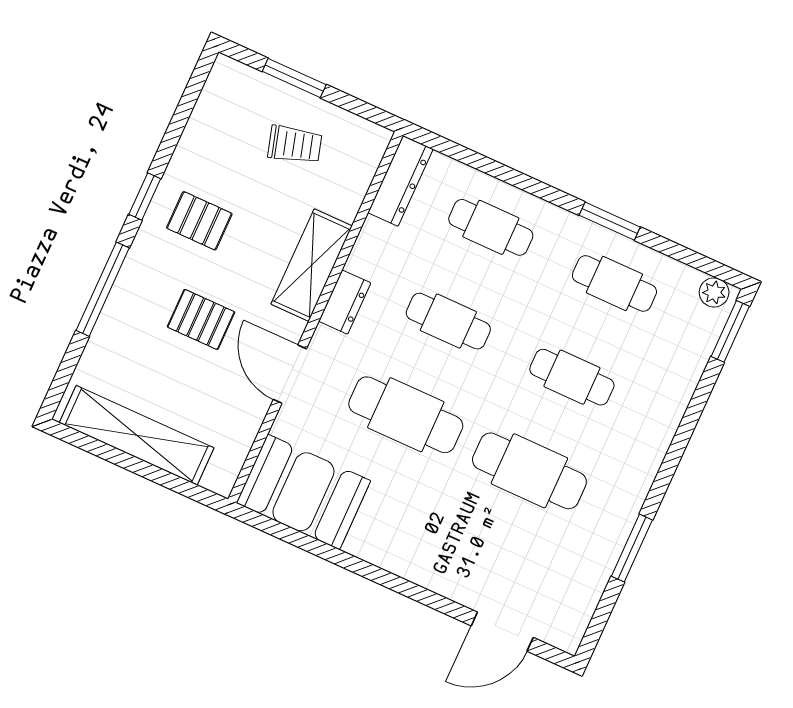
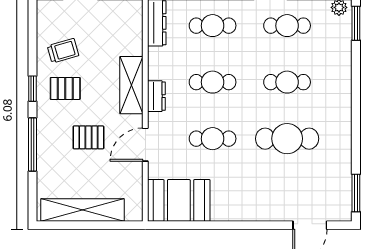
trolley: (295, 145) -> (63, 51), moved
door: (290, 374) -> (145, 145), hinge flipped
cafe table: (406, 415) -> (213, 139), width x0.73, depth x0.74
window: (632, 548) -> (356, 193), moved

